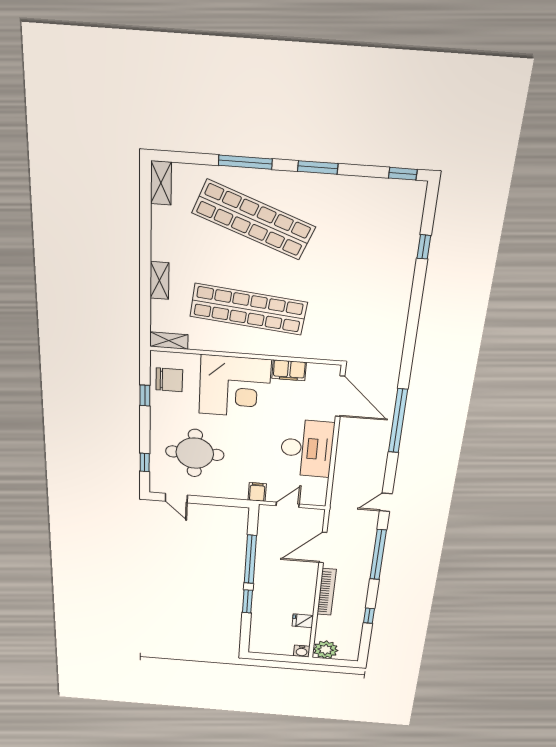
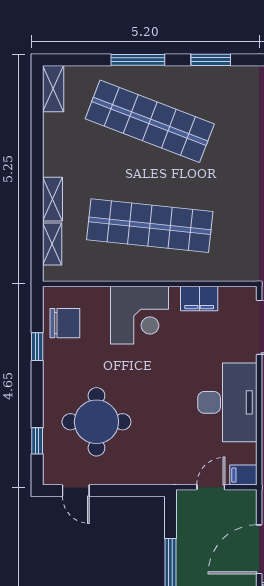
shelving: (169, 341) -> (52, 244), moved, turned 90
corner desk: (235, 387) -> (140, 315), width x0.74, depth x0.74
filing cabinet: (257, 492) -> (243, 475), moved, turned -90

